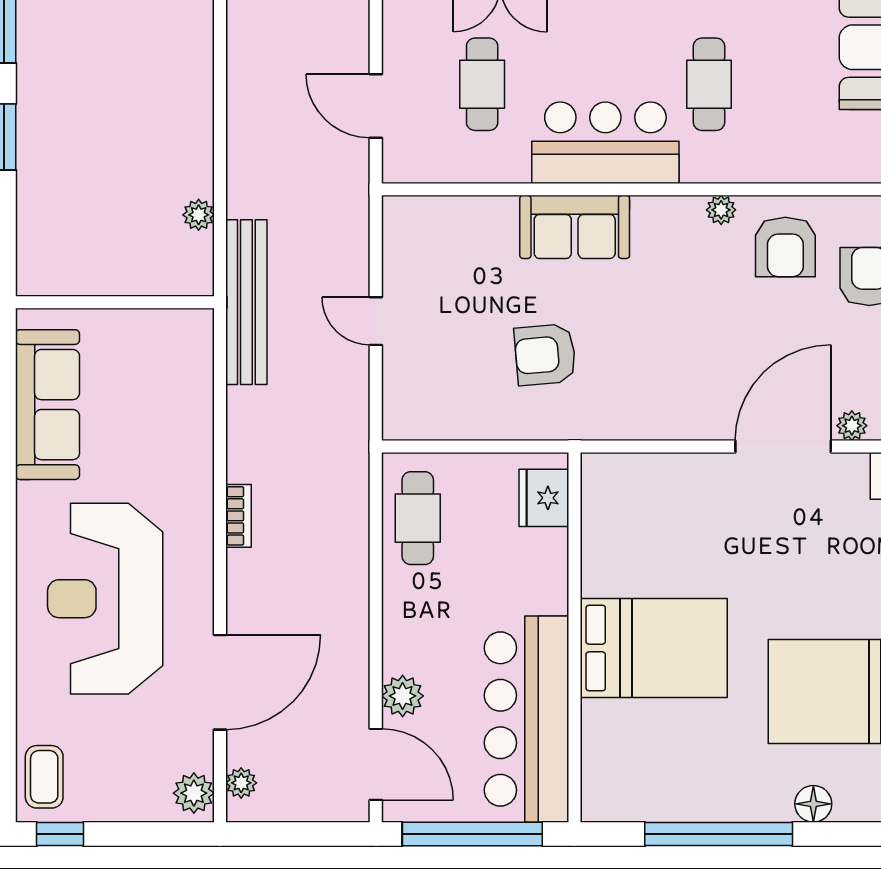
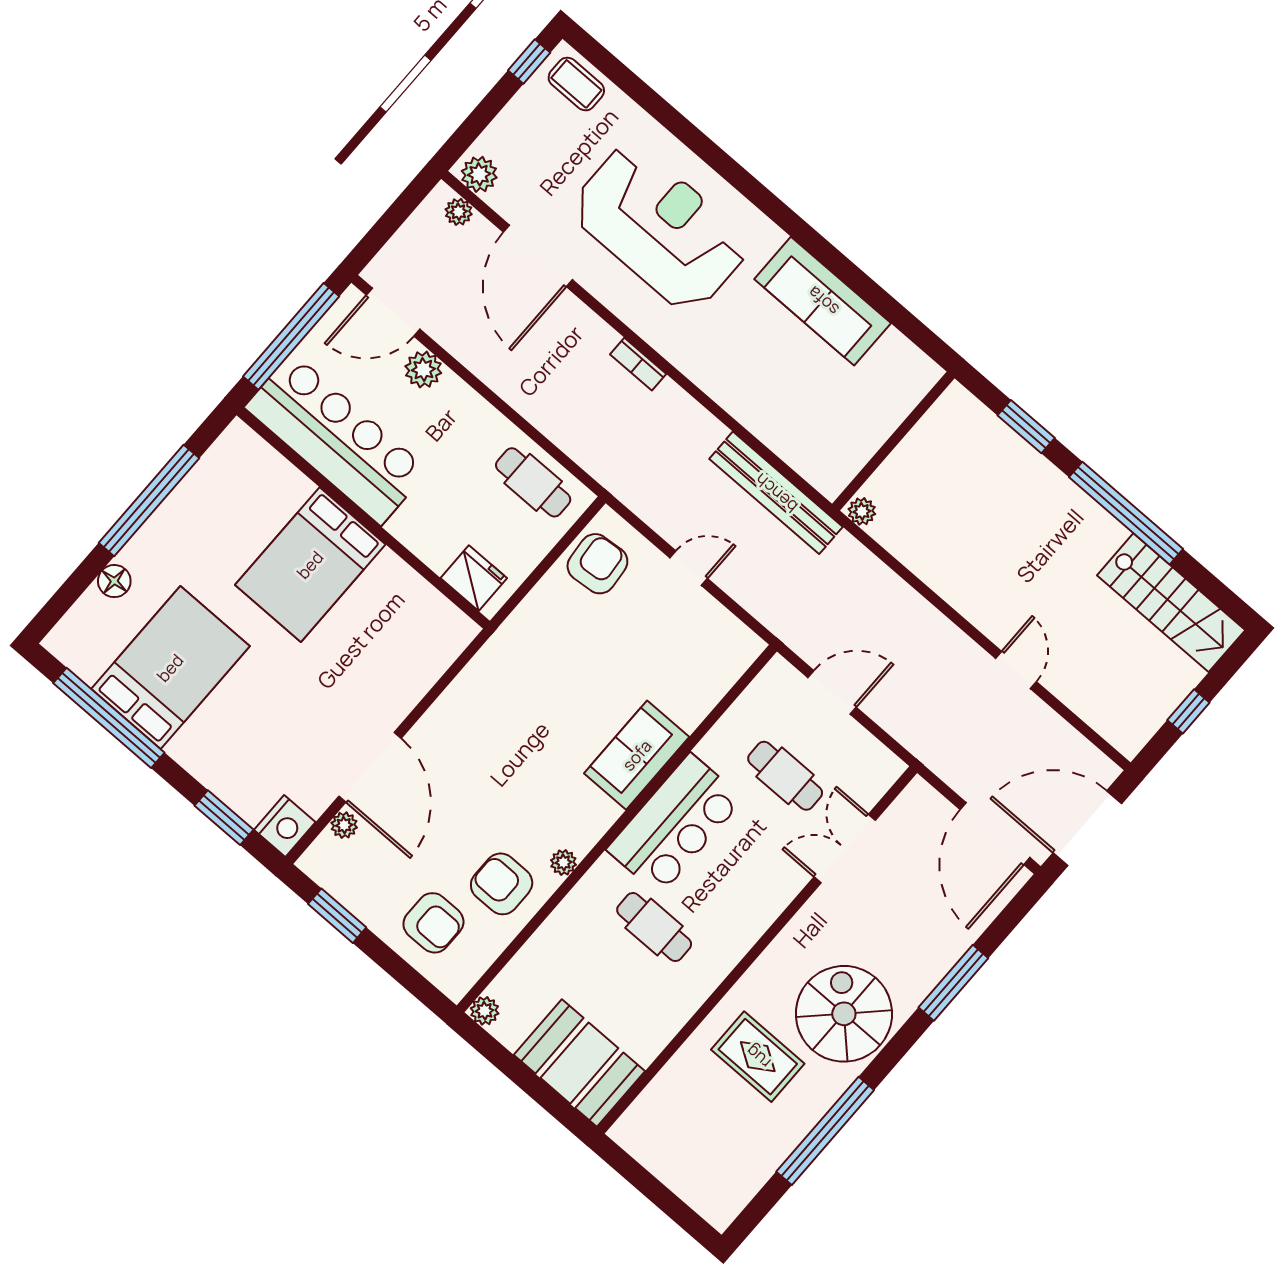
wall: (115, 302) -> (893, 441), moved
armchair: (545, 355) -> (597, 564), moved

